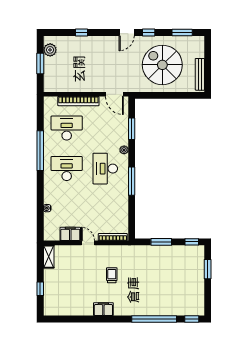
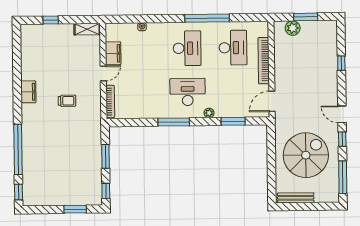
window: (182, 33) -> (343, 177), width x1.44
plant: (50, 50) -> (293, 28), moved

